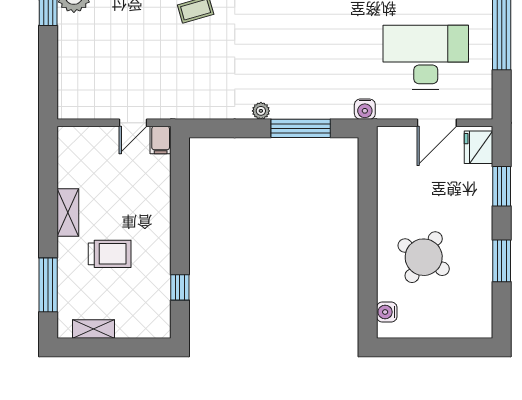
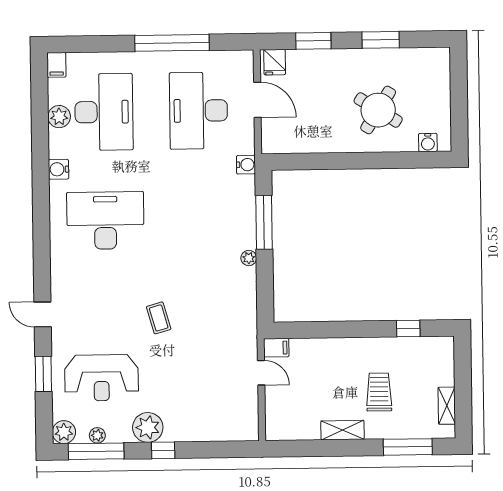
fridge: (479, 147) -> (275, 62), width x0.72

